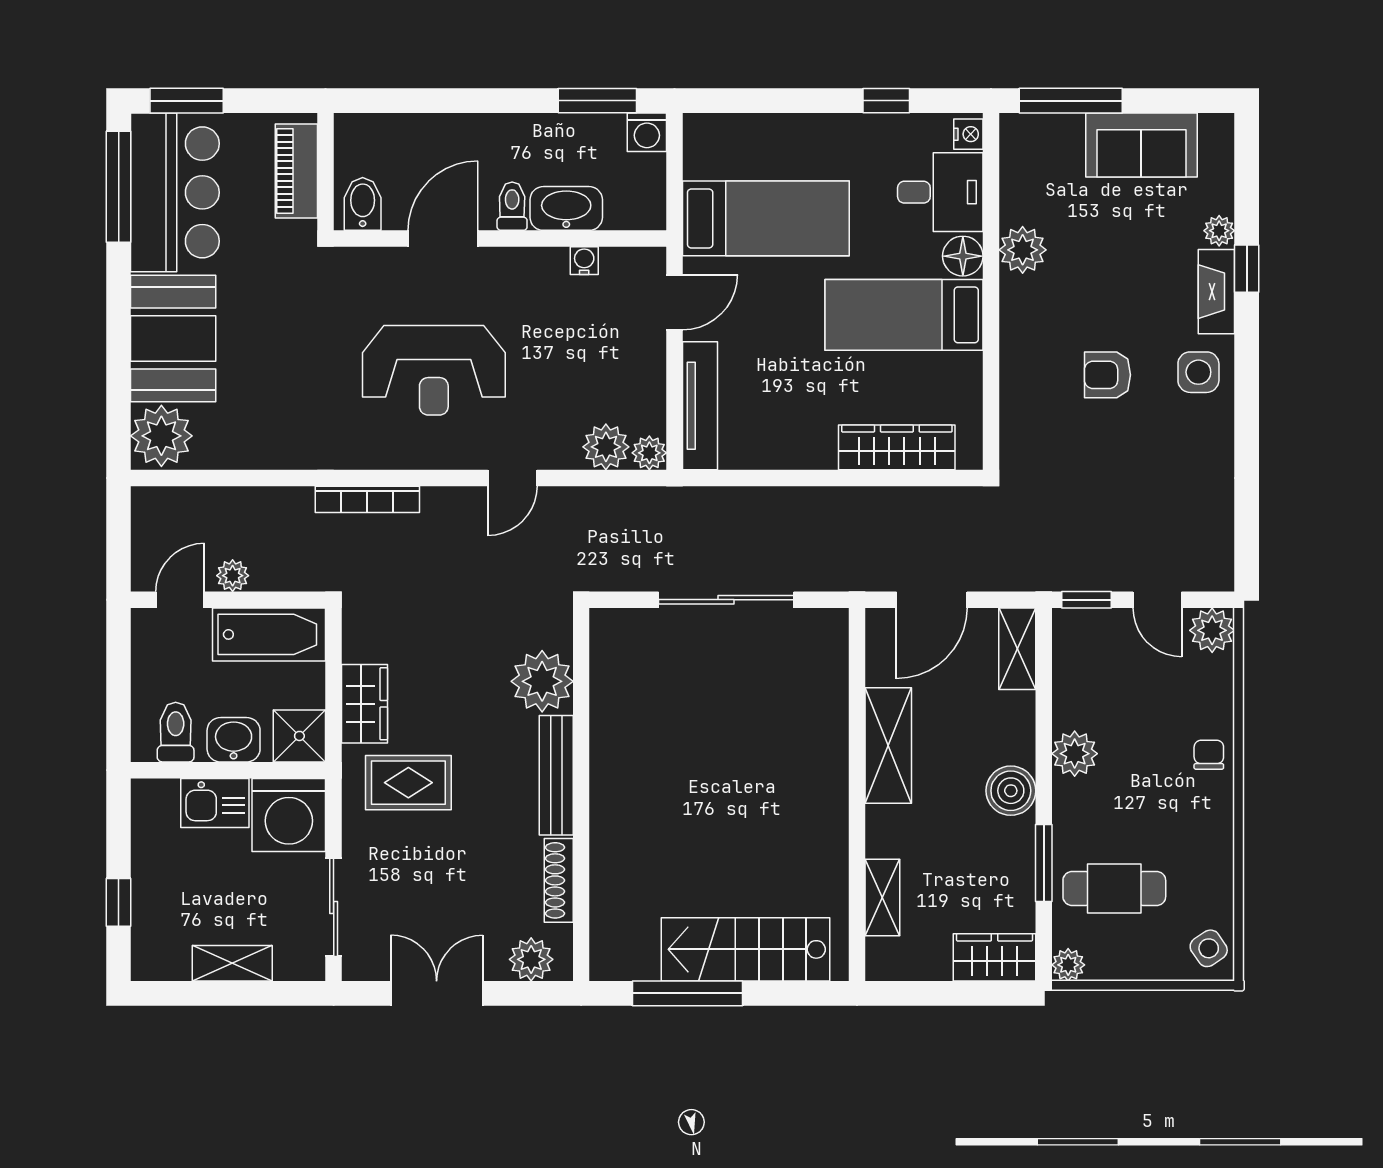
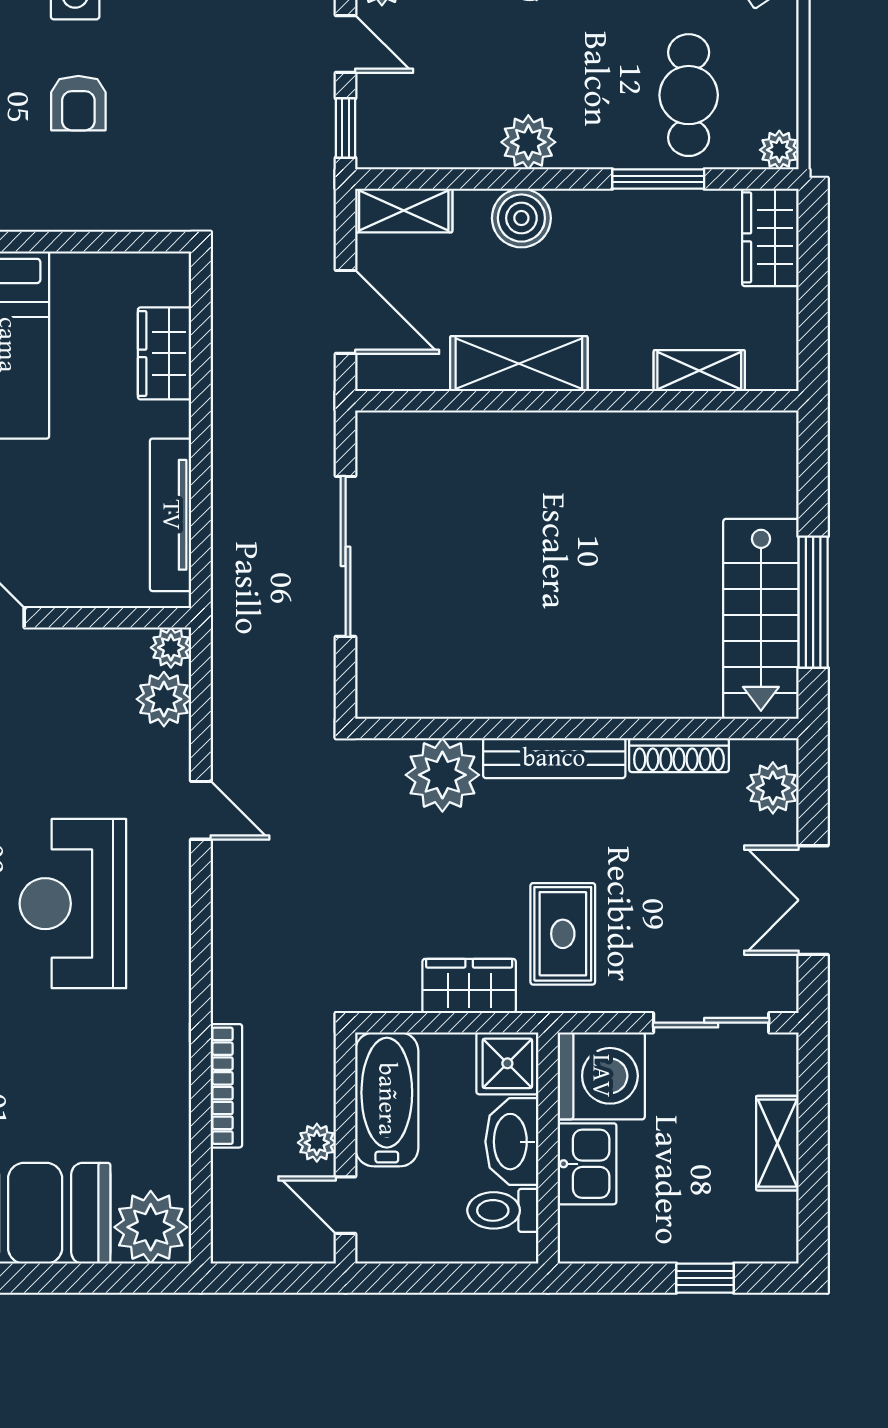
reception desk: (434, 370) -> (73, 904), turned 180
tv unit: (700, 406) -> (171, 515), moved, turned -90
wardrobe: (897, 447) -> (165, 353), width x0.67
bookcase: (367, 499) -> (226, 1086), moved
door: (1157, 600) -> (346, 44), hinge flipped
washbasin: (234, 740) -> (512, 1142), width x1.38
boiler: (1011, 791) -> (521, 218), moved
stairs: (746, 949) -> (761, 619), moved

